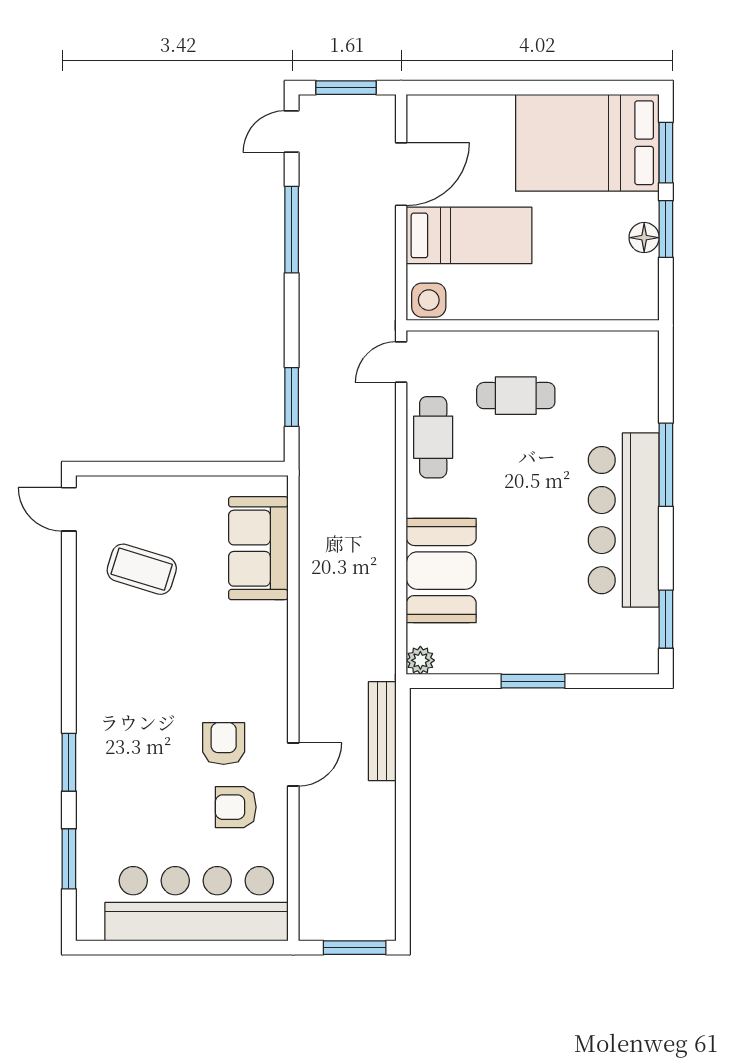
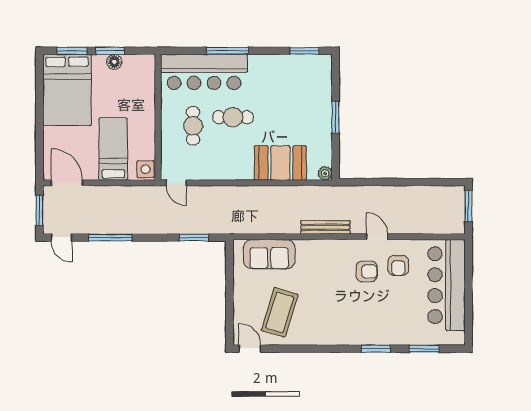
door: (401, 174) -> (67, 183), moved
cafe table: (433, 437) -> (233, 117), moved
door: (69, 509) -> (250, 349), swing flipped
bar counter: (624, 520) -> (204, 72), moved
coffee table: (142, 569) -> (280, 312), width x1.36, depth x1.32
bench: (382, 731) -> (325, 227), moved
armchair: (224, 744) -> (367, 271), turned 180

